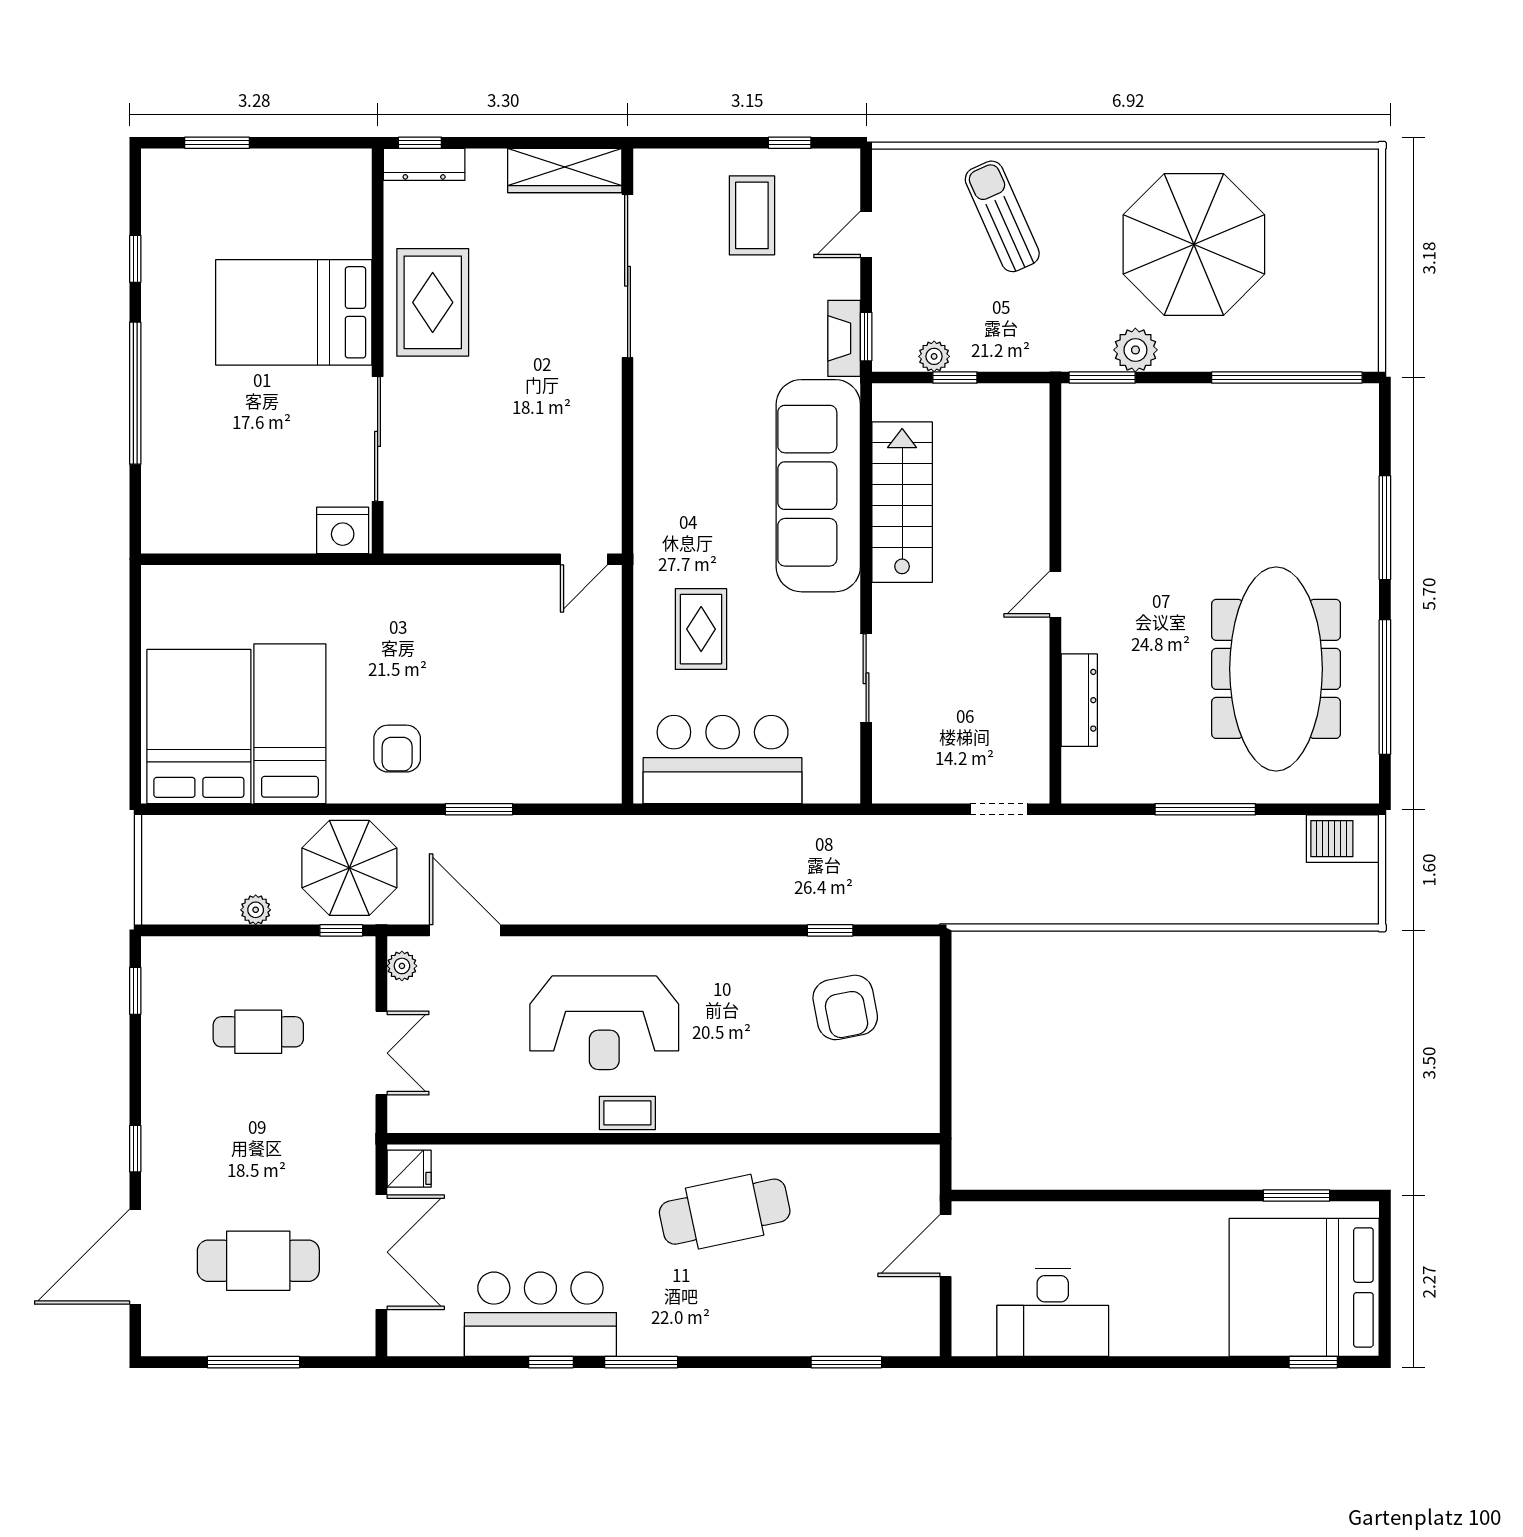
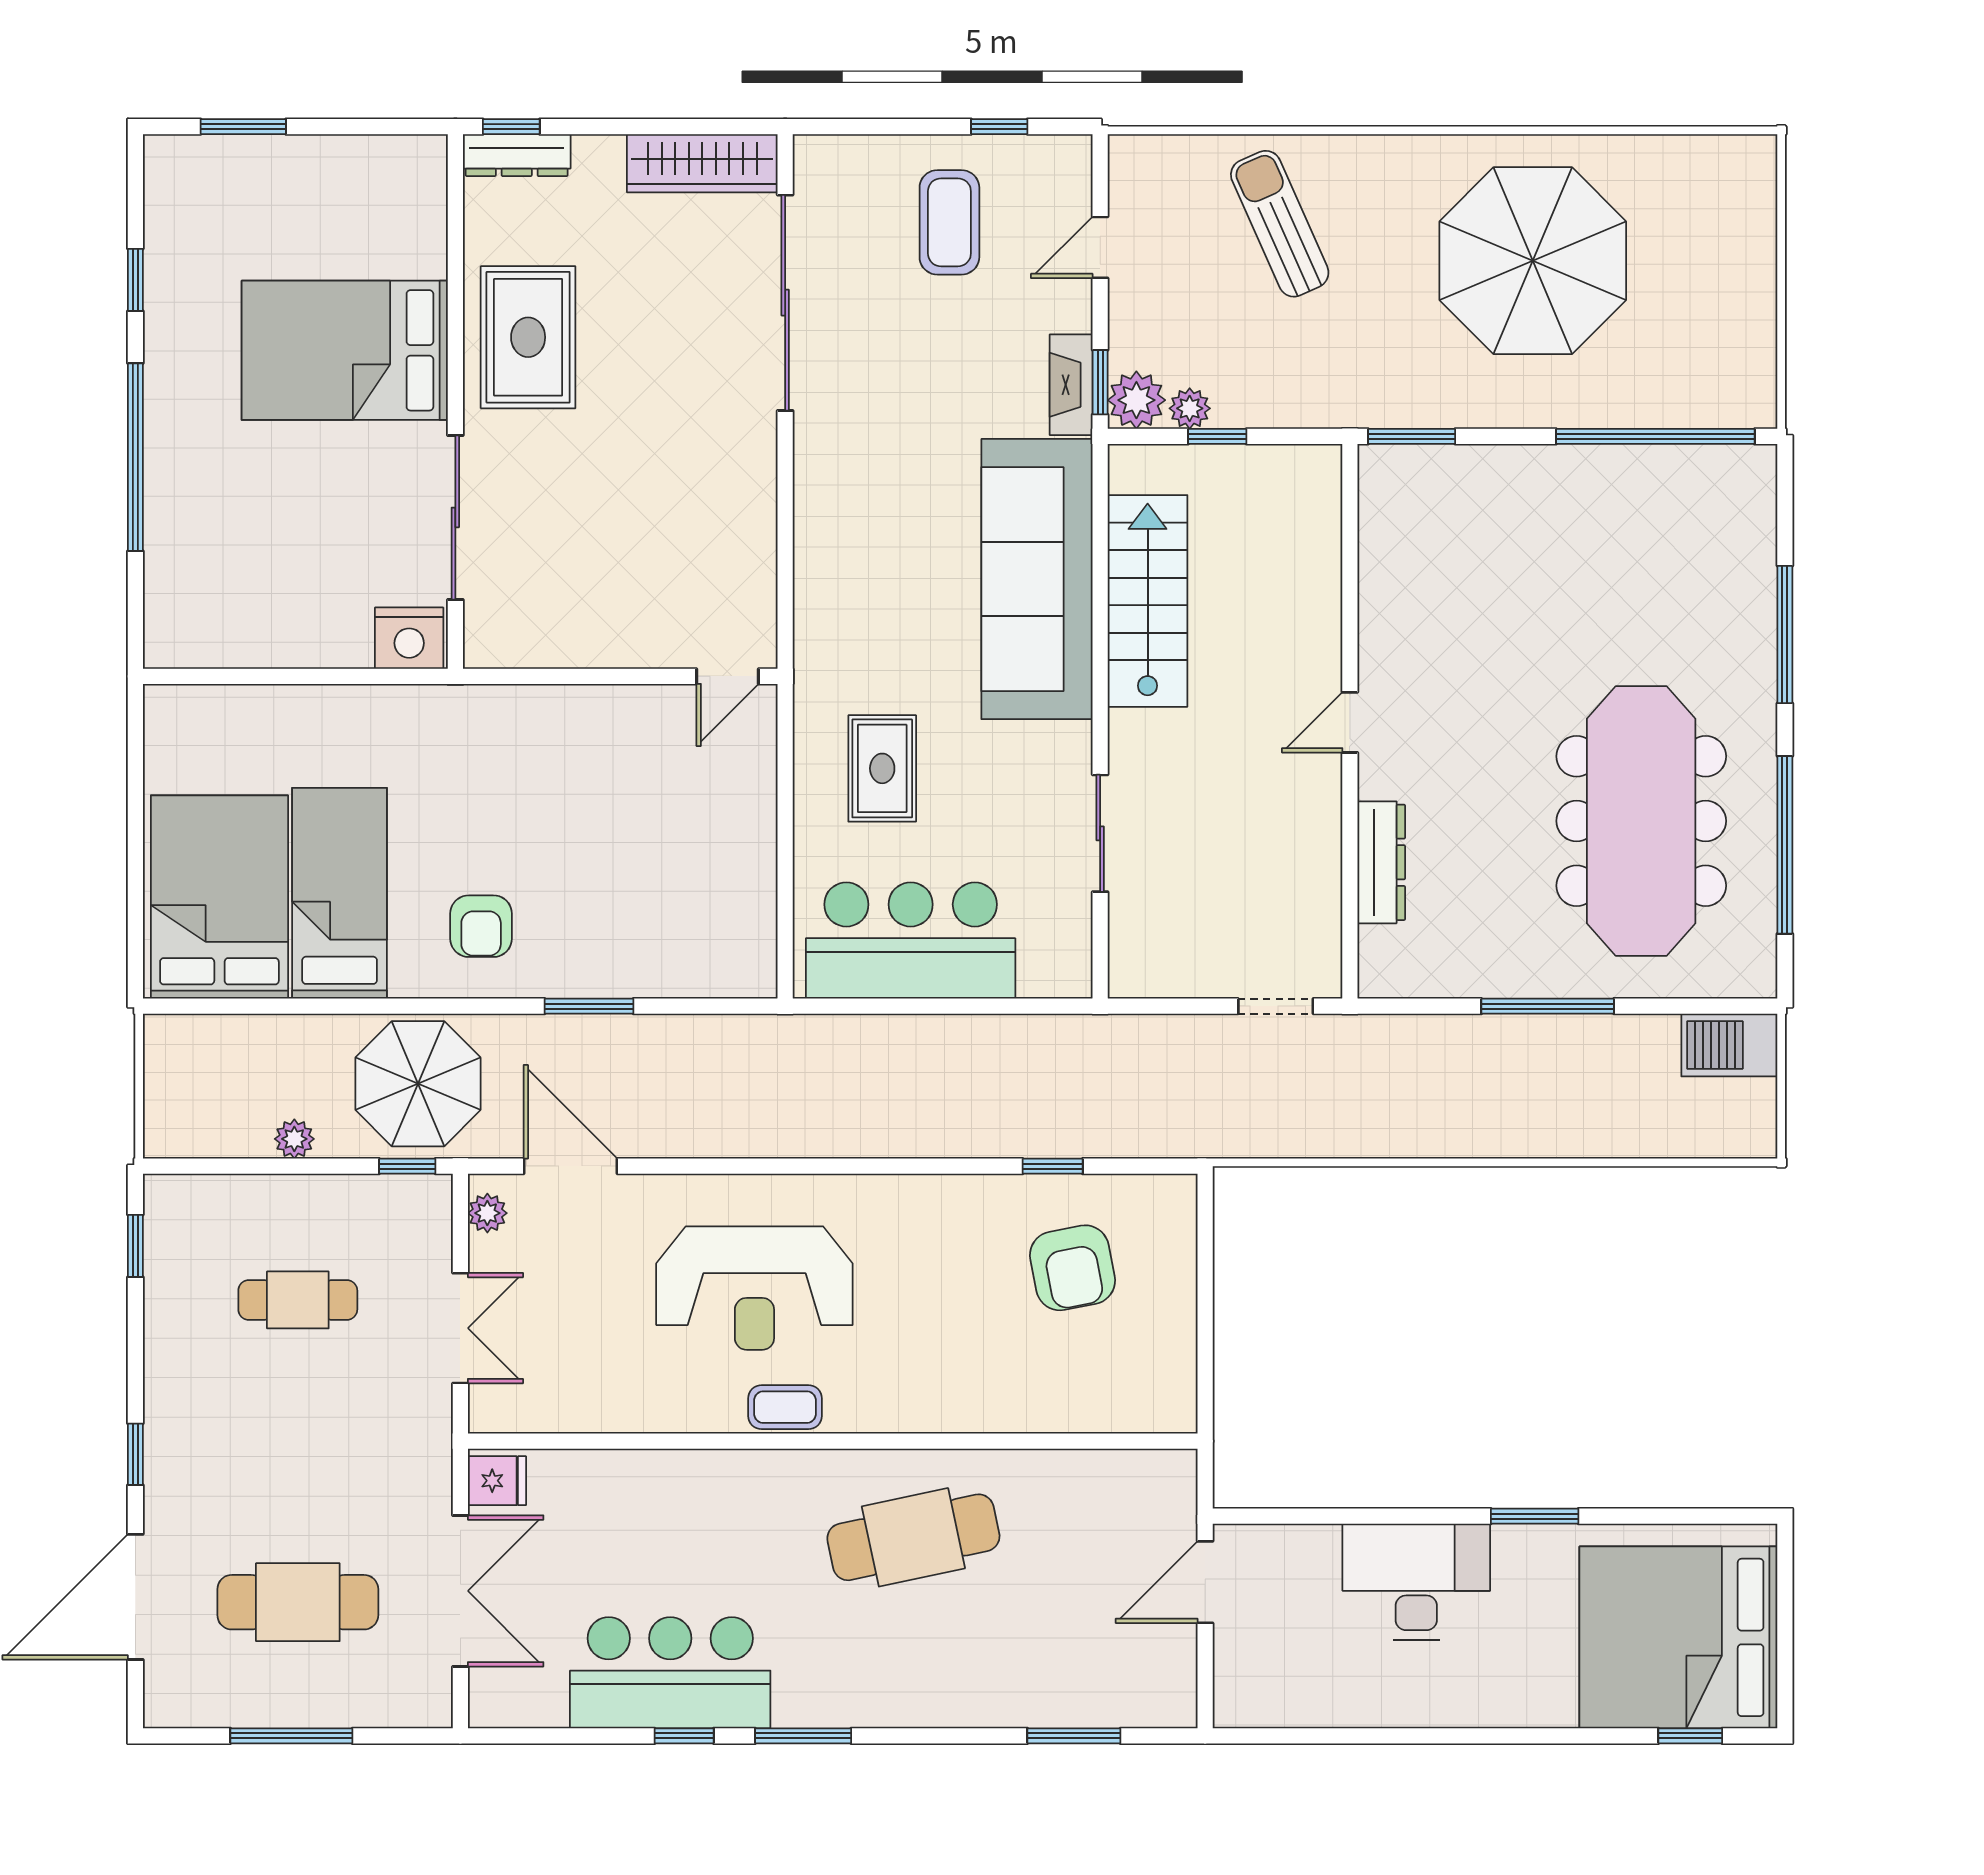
plant: (1135, 350) -> (1136, 400), moved
window: (1296, 1195) -> (1535, 1516), moved
desk: (1053, 1313) -> (1416, 1582), moved, turned 180

